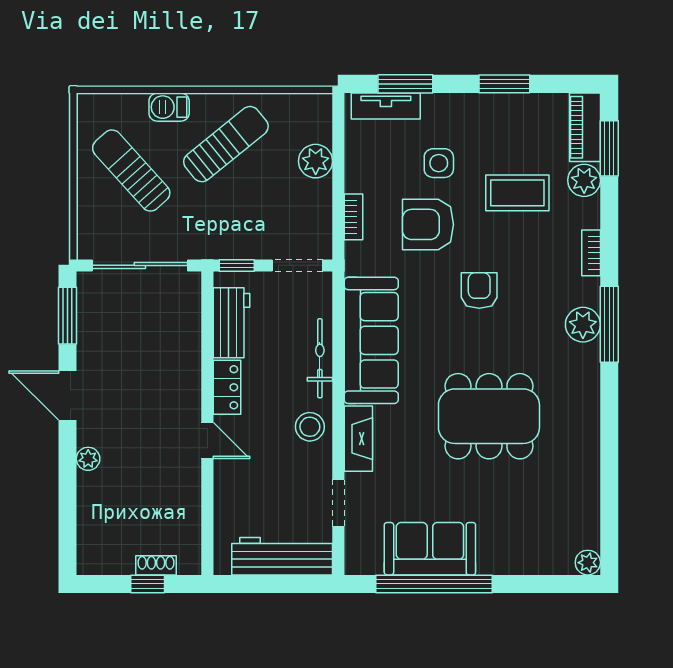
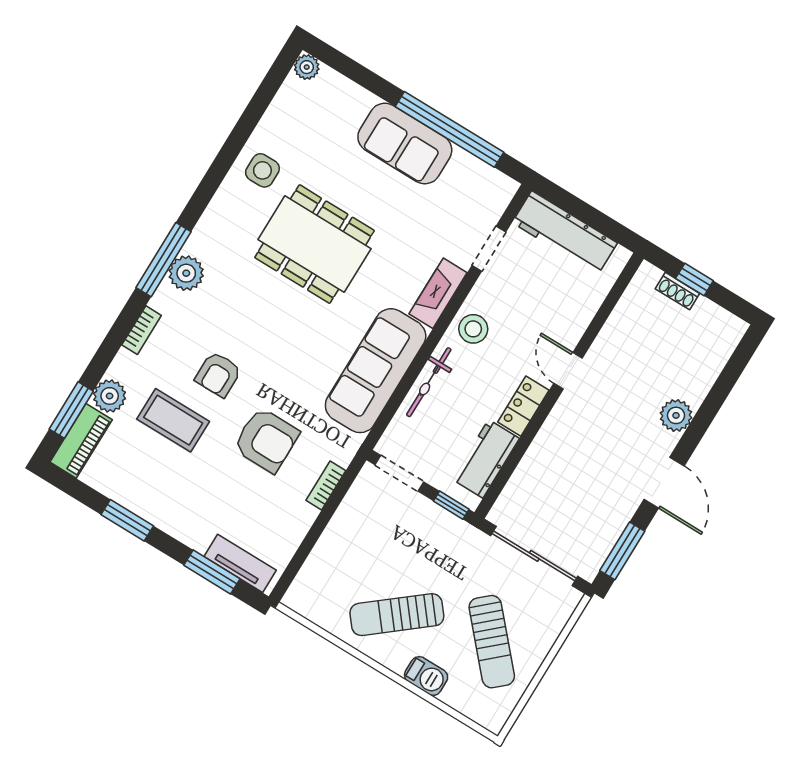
plant: (316, 161) -> (329, 553), removed
side table: (439, 163) -> (262, 170), moved
armchair: (479, 290) -> (218, 374), moved
plant: (88, 459) -> (676, 415), width x1.38, depth x1.38
sofa: (430, 549) -> (405, 144), moved

